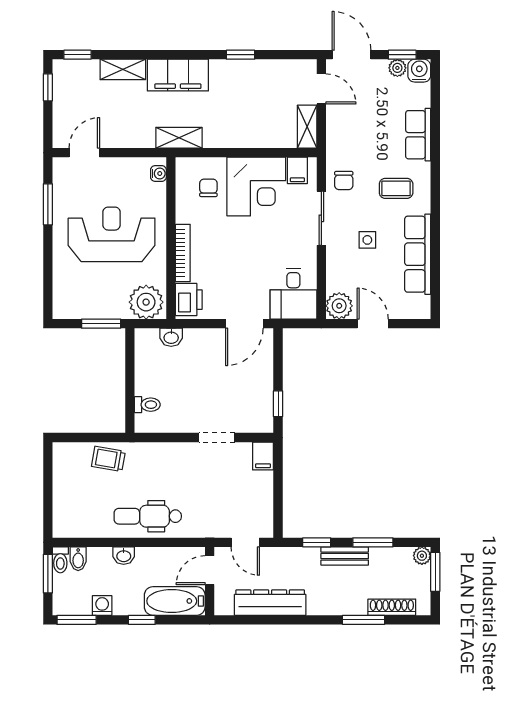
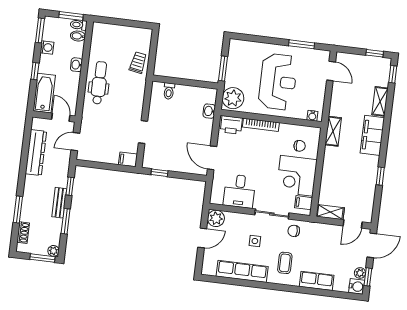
desk: (293, 294) -> (239, 191), moved, turned -90
shoe rack: (392, 607) -> (23, 233), width x0.70

